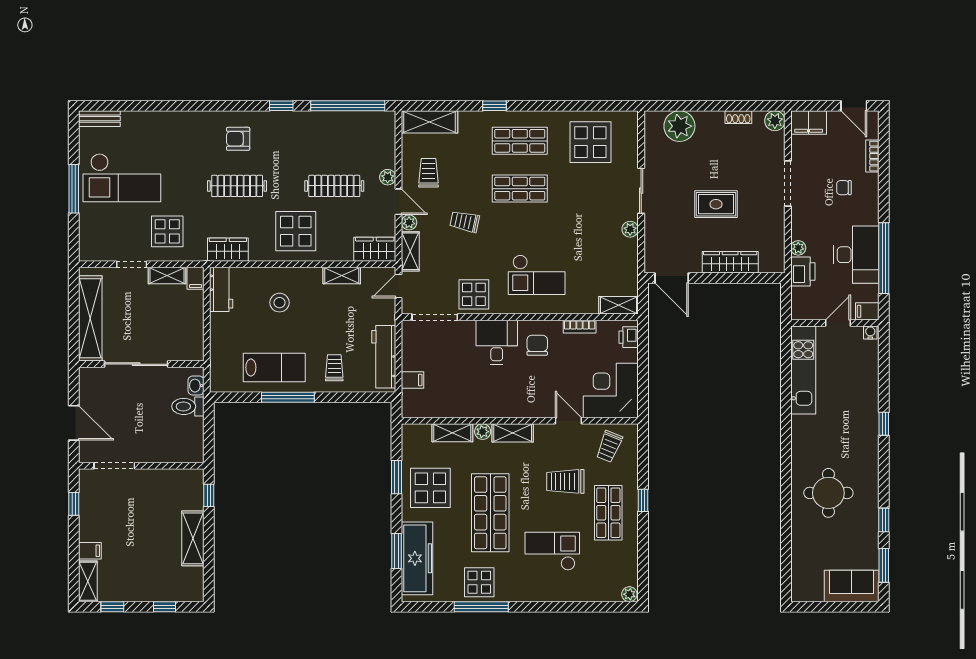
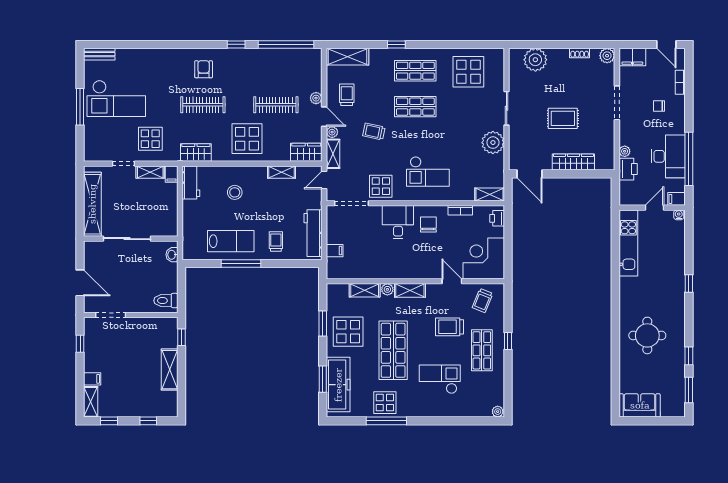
armchair: (238, 139) -> (204, 69), turned 90
plant: (630, 229) -> (493, 143), width x1.88, depth x1.88
toilet: (188, 406) -> (166, 301), moved
sofa: (852, 586) -> (640, 405), moved

